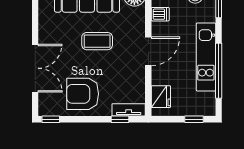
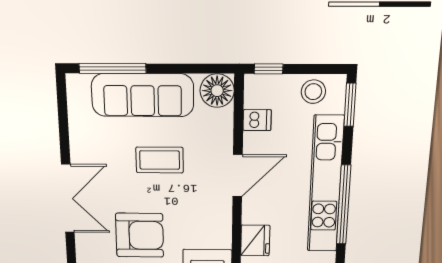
kitchen unit: (206, 57) -> (325, 185), width x1.36
armchair: (83, 94) -> (140, 235), turned 180

